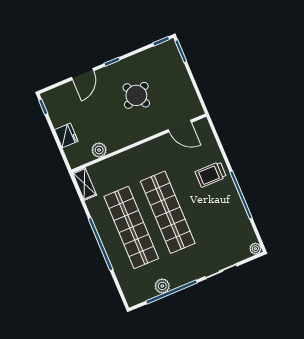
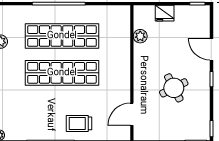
trolley: (211, 174) -> (79, 123), turned -90
shelving: (85, 184) -> (116, 12), removed

